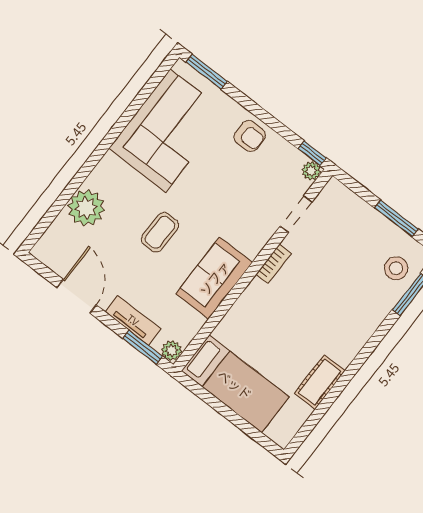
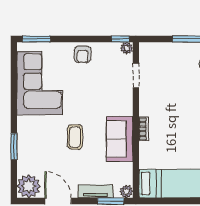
armchair: (250, 136) -> (83, 54), turned 92
window: (74, 185) -> (14, 147), added
plant: (86, 208) -> (29, 186), moved
bookcase: (273, 264) -> (144, 129), moved

